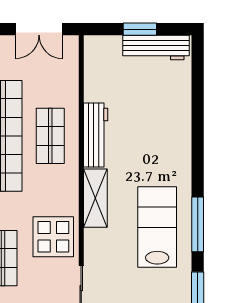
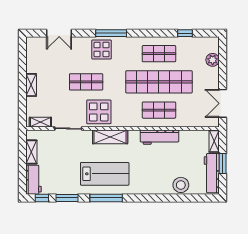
shelving: (103, 44) -> (214, 141), added
stool: (176, 99) -> (181, 185), added
shelving: (95, 198) -> (110, 137), moved

